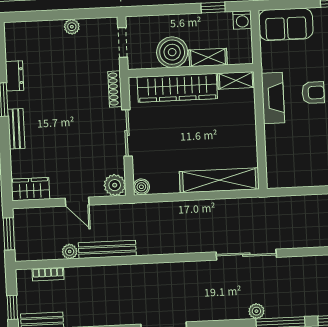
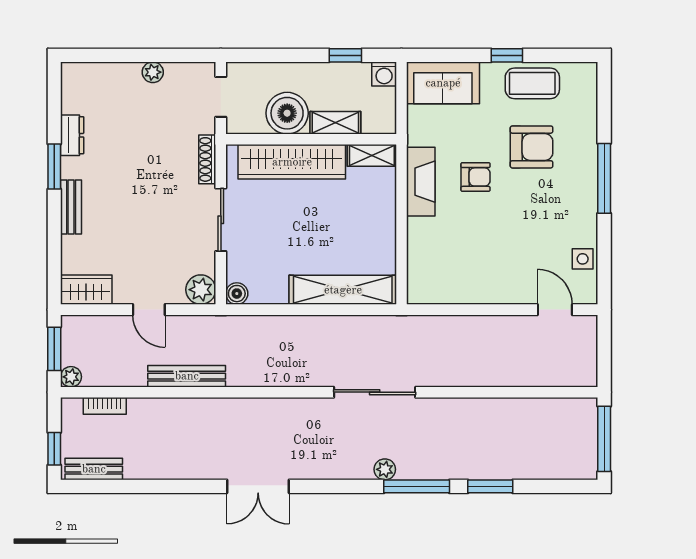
plant: (70, 252) -> (71, 377), moved

